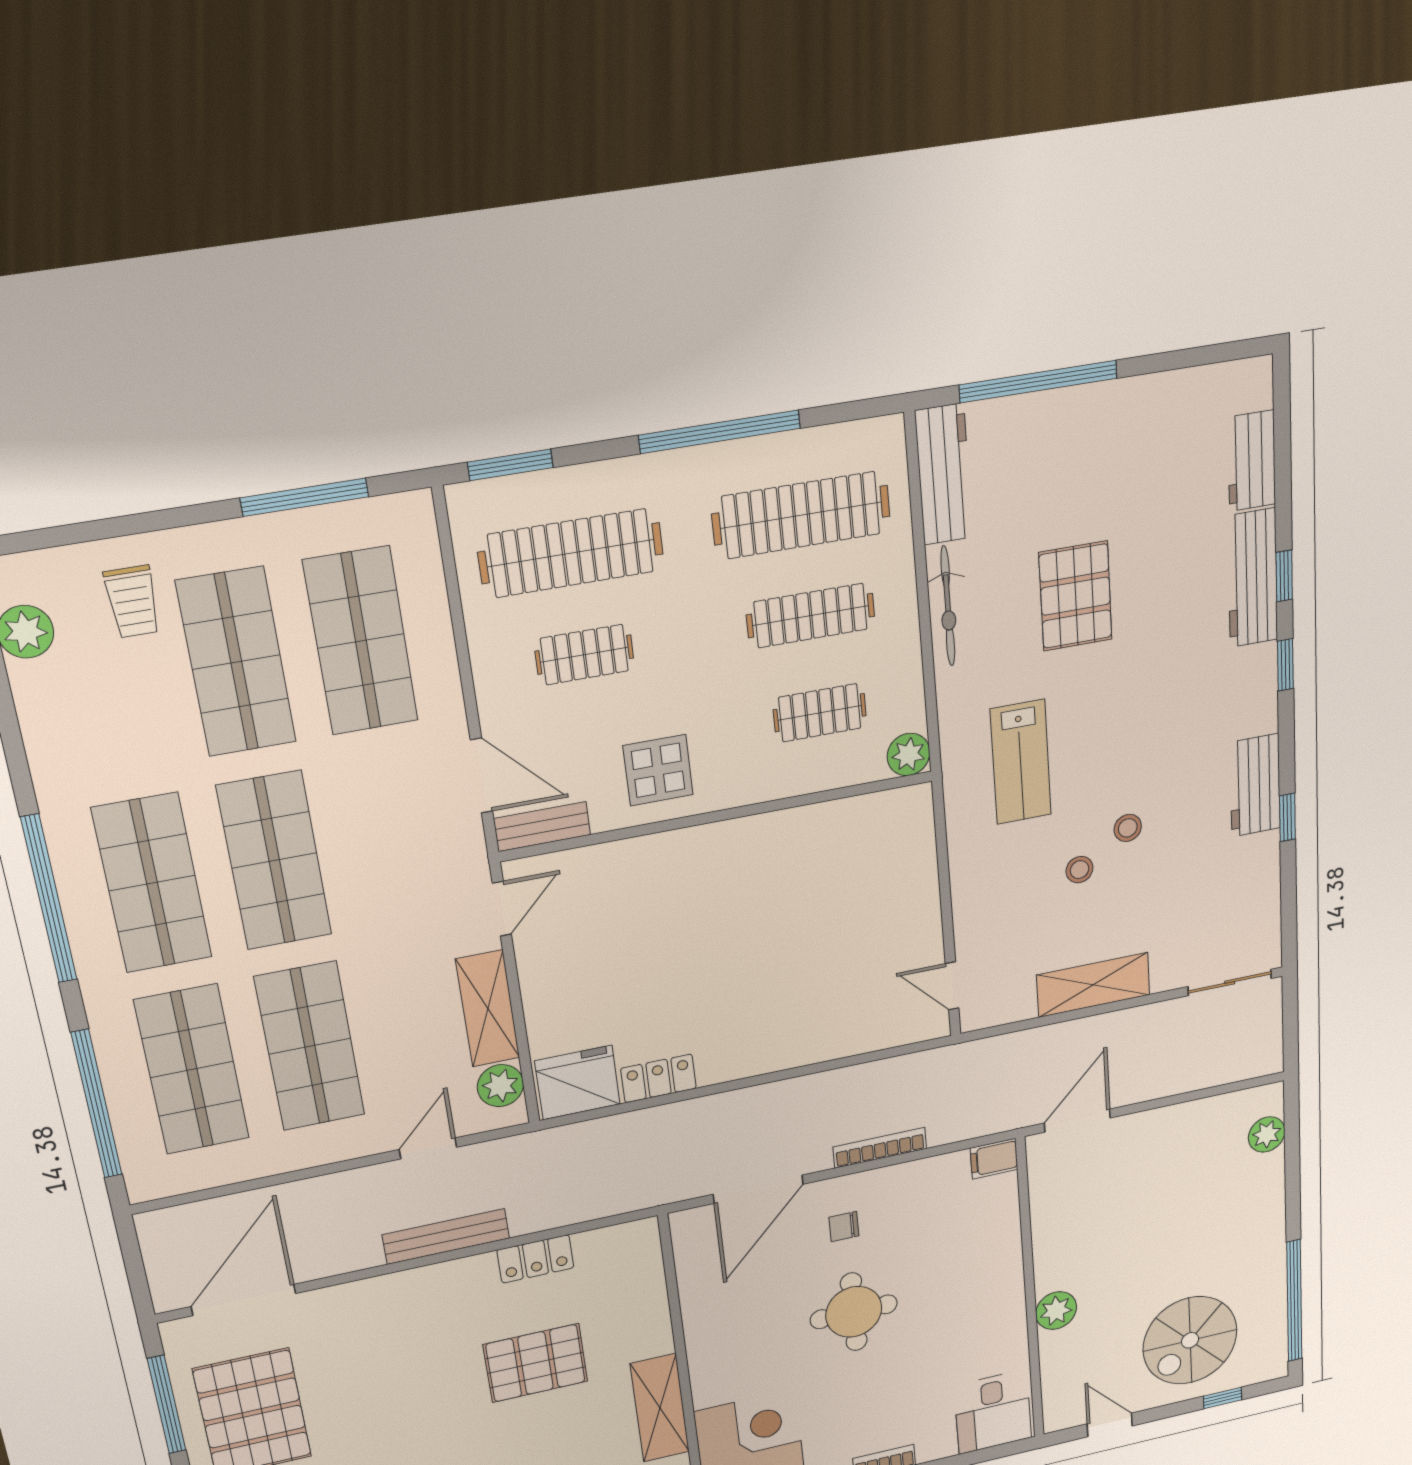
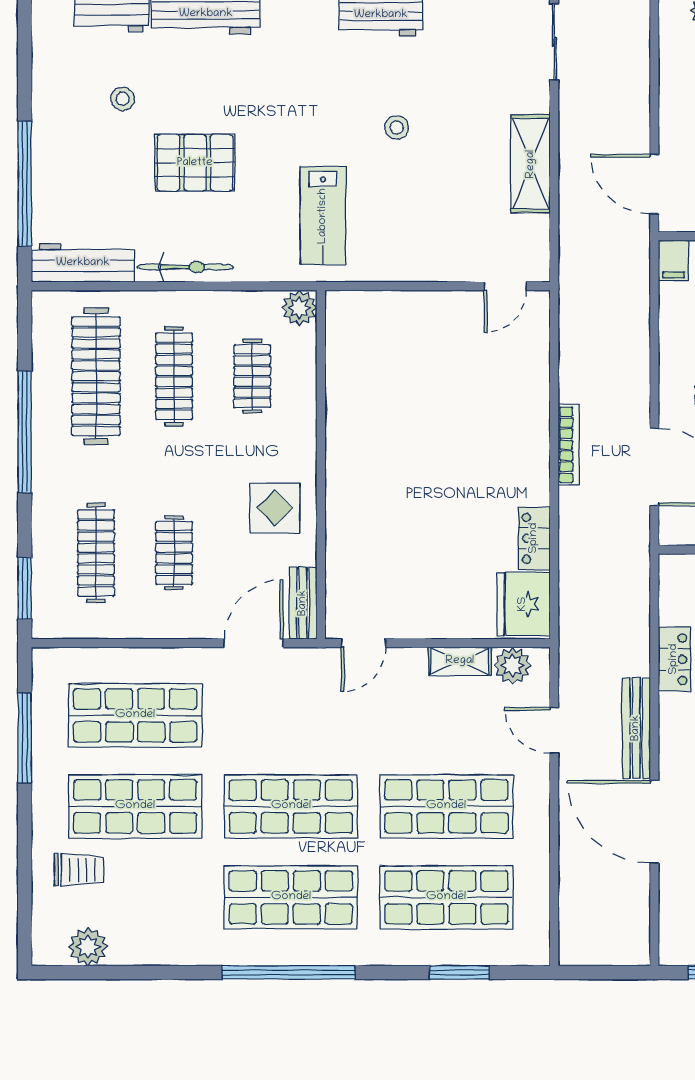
clothes rail: (571, 553) -> (96, 553), width x0.73, depth x0.76
lab bench: (1021, 762) -> (323, 216), turned 90
stool: (1080, 870) -> (123, 99), moved
door: (502, 909) -> (363, 643), swing flipped
shelving: (488, 1009) -> (460, 661), width x0.67, depth x0.75
window: (97, 1104) -> (459, 973), width x0.47
bookcase: (880, 1148) -> (569, 445), moved, turned 180
door: (244, 1300) -> (654, 822), moved

